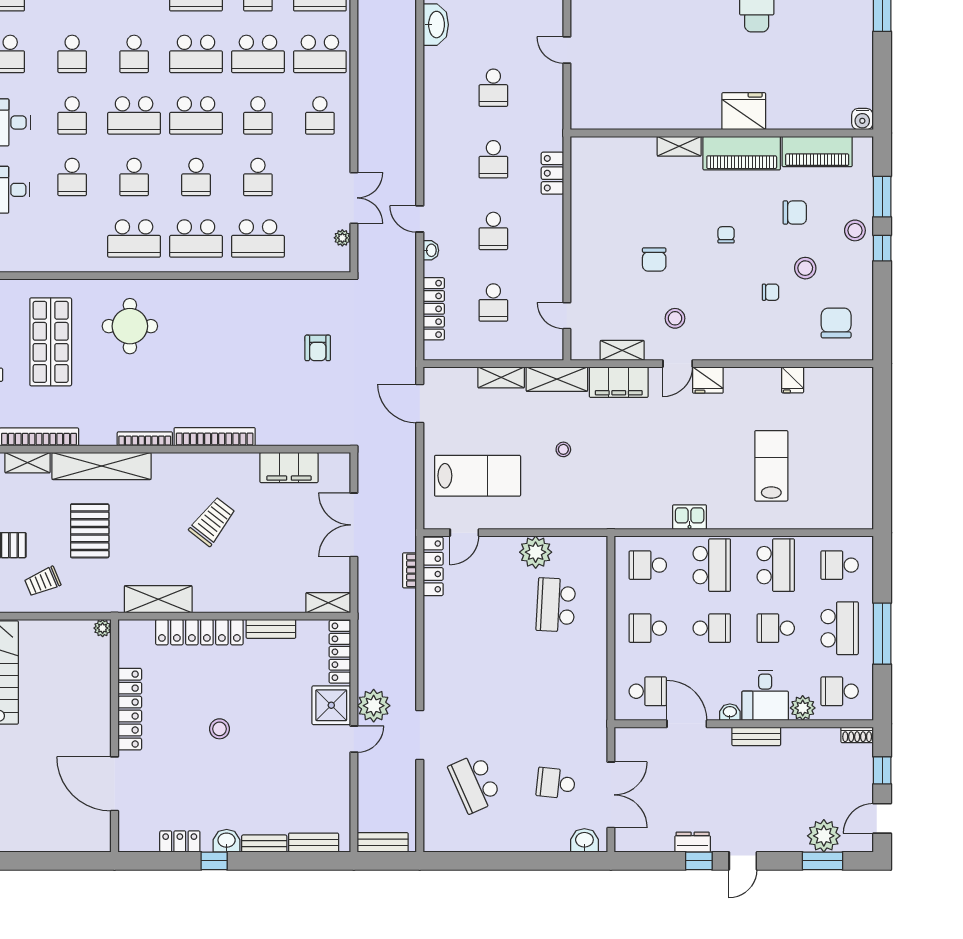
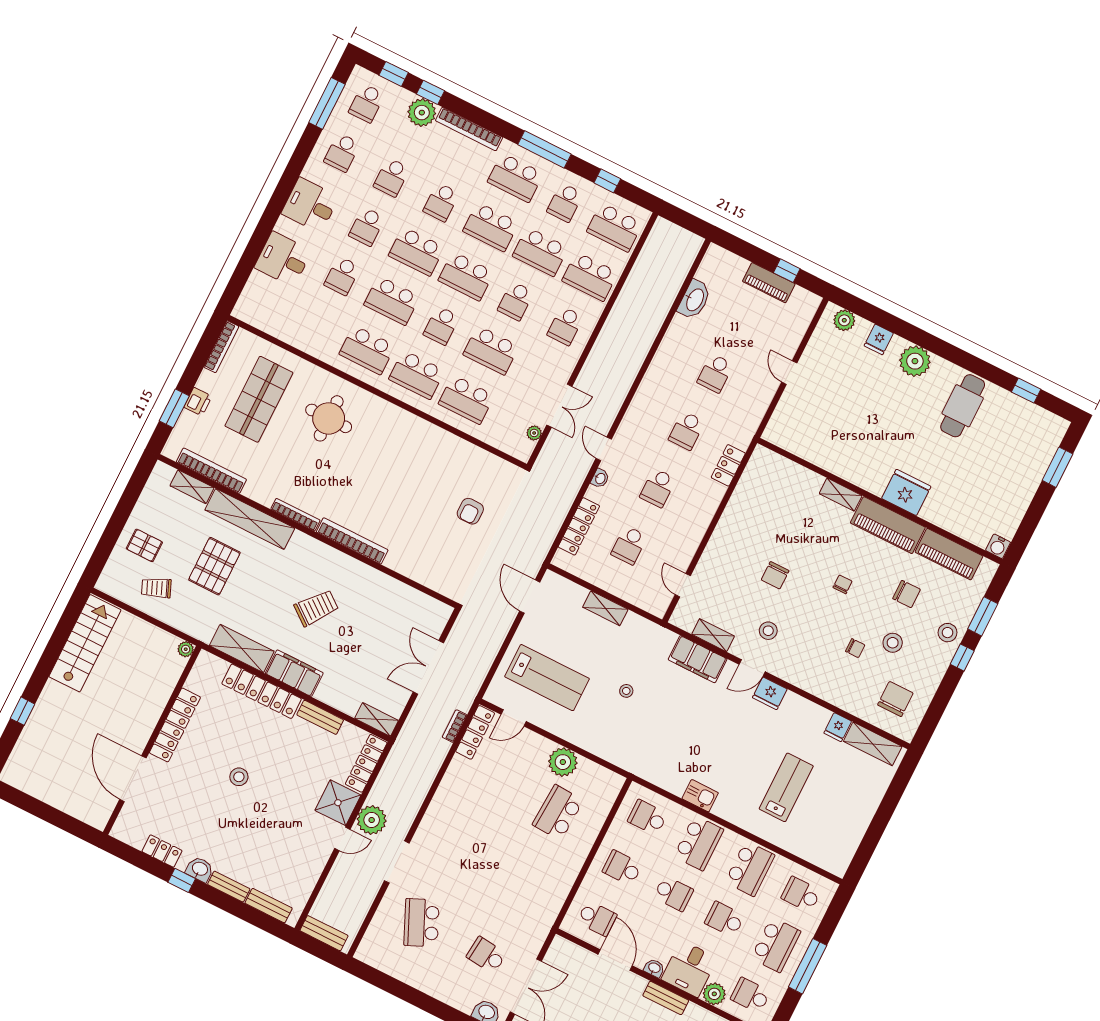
school desk: (134, 177) -> (392, 301), width x1.85
school desk: (258, 177) -> (491, 350), width x1.85
shelving: (557, 379) -> (873, 744), moved
filing cabinet: (289, 468) -> (294, 673), moved, turned 180

